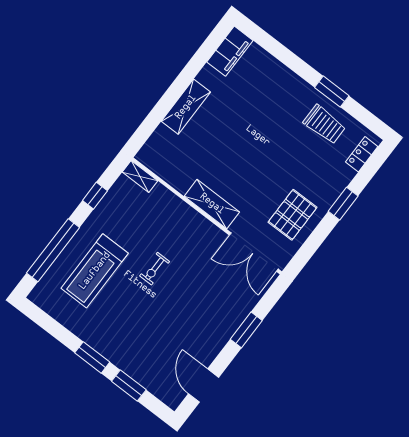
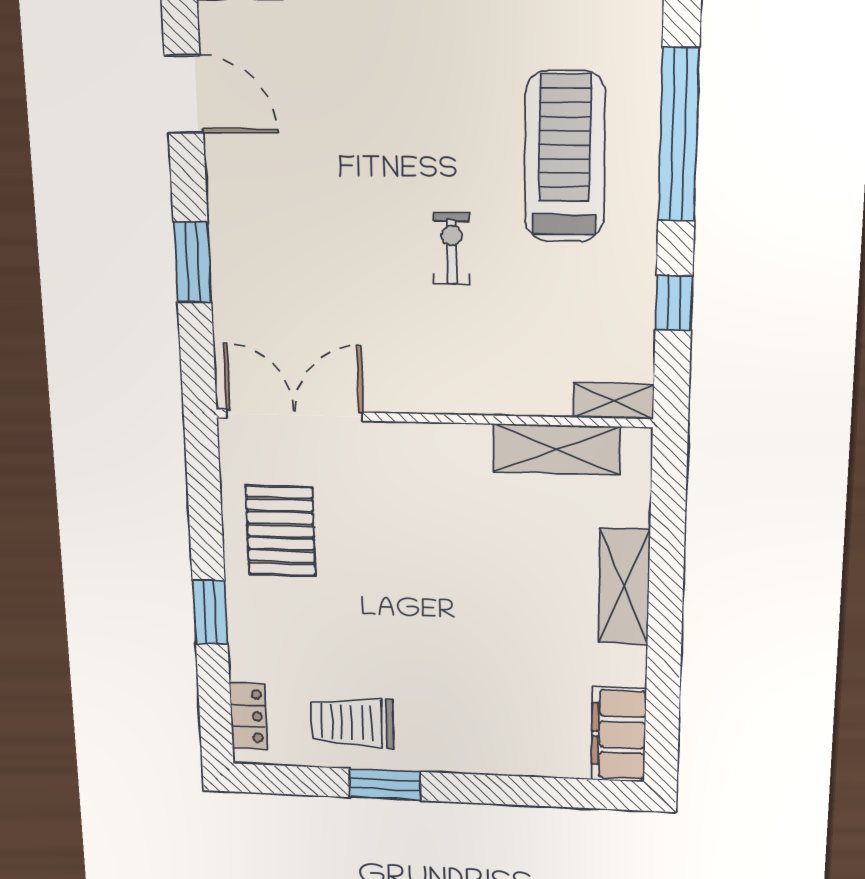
shelving: (212, 204) -> (557, 449), moved

